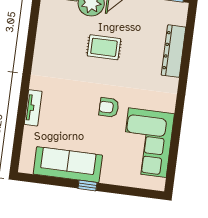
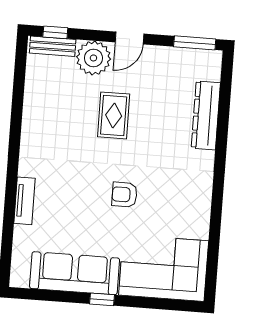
rug: (104, 47) -> (114, 115), turned 90
corner sofa: (147, 143) -> (164, 268), moved, turned 90

